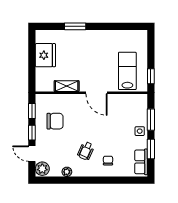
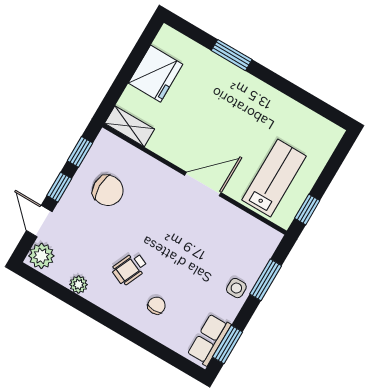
shelving: (67, 86) -> (130, 126), moved
door: (97, 93) -> (203, 184), swing flipped
window: (151, 149) -> (228, 345), moved

